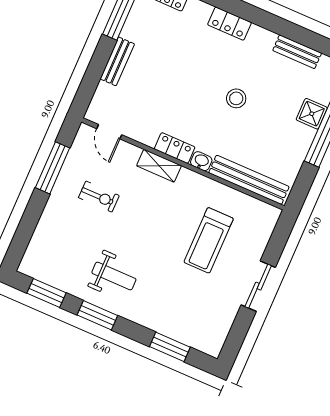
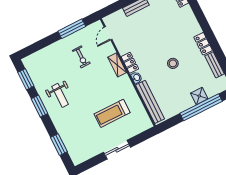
locker: (229, 24) -> (203, 44), moved

